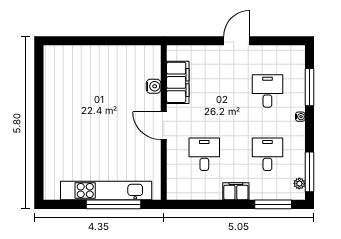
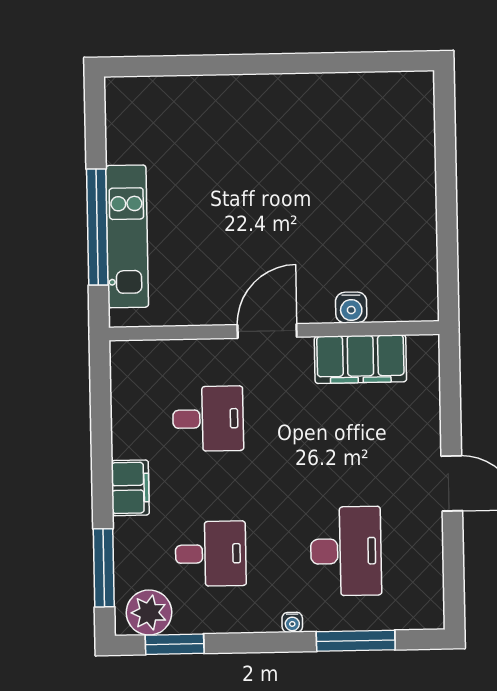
desk: (267, 91) -> (346, 551), width x1.37
window: (309, 172) -> (175, 644), width x0.69
plant: (299, 184) -> (149, 613), width x1.88, depth x1.88
kitchen unit: (106, 190) -> (127, 236), width x0.73

